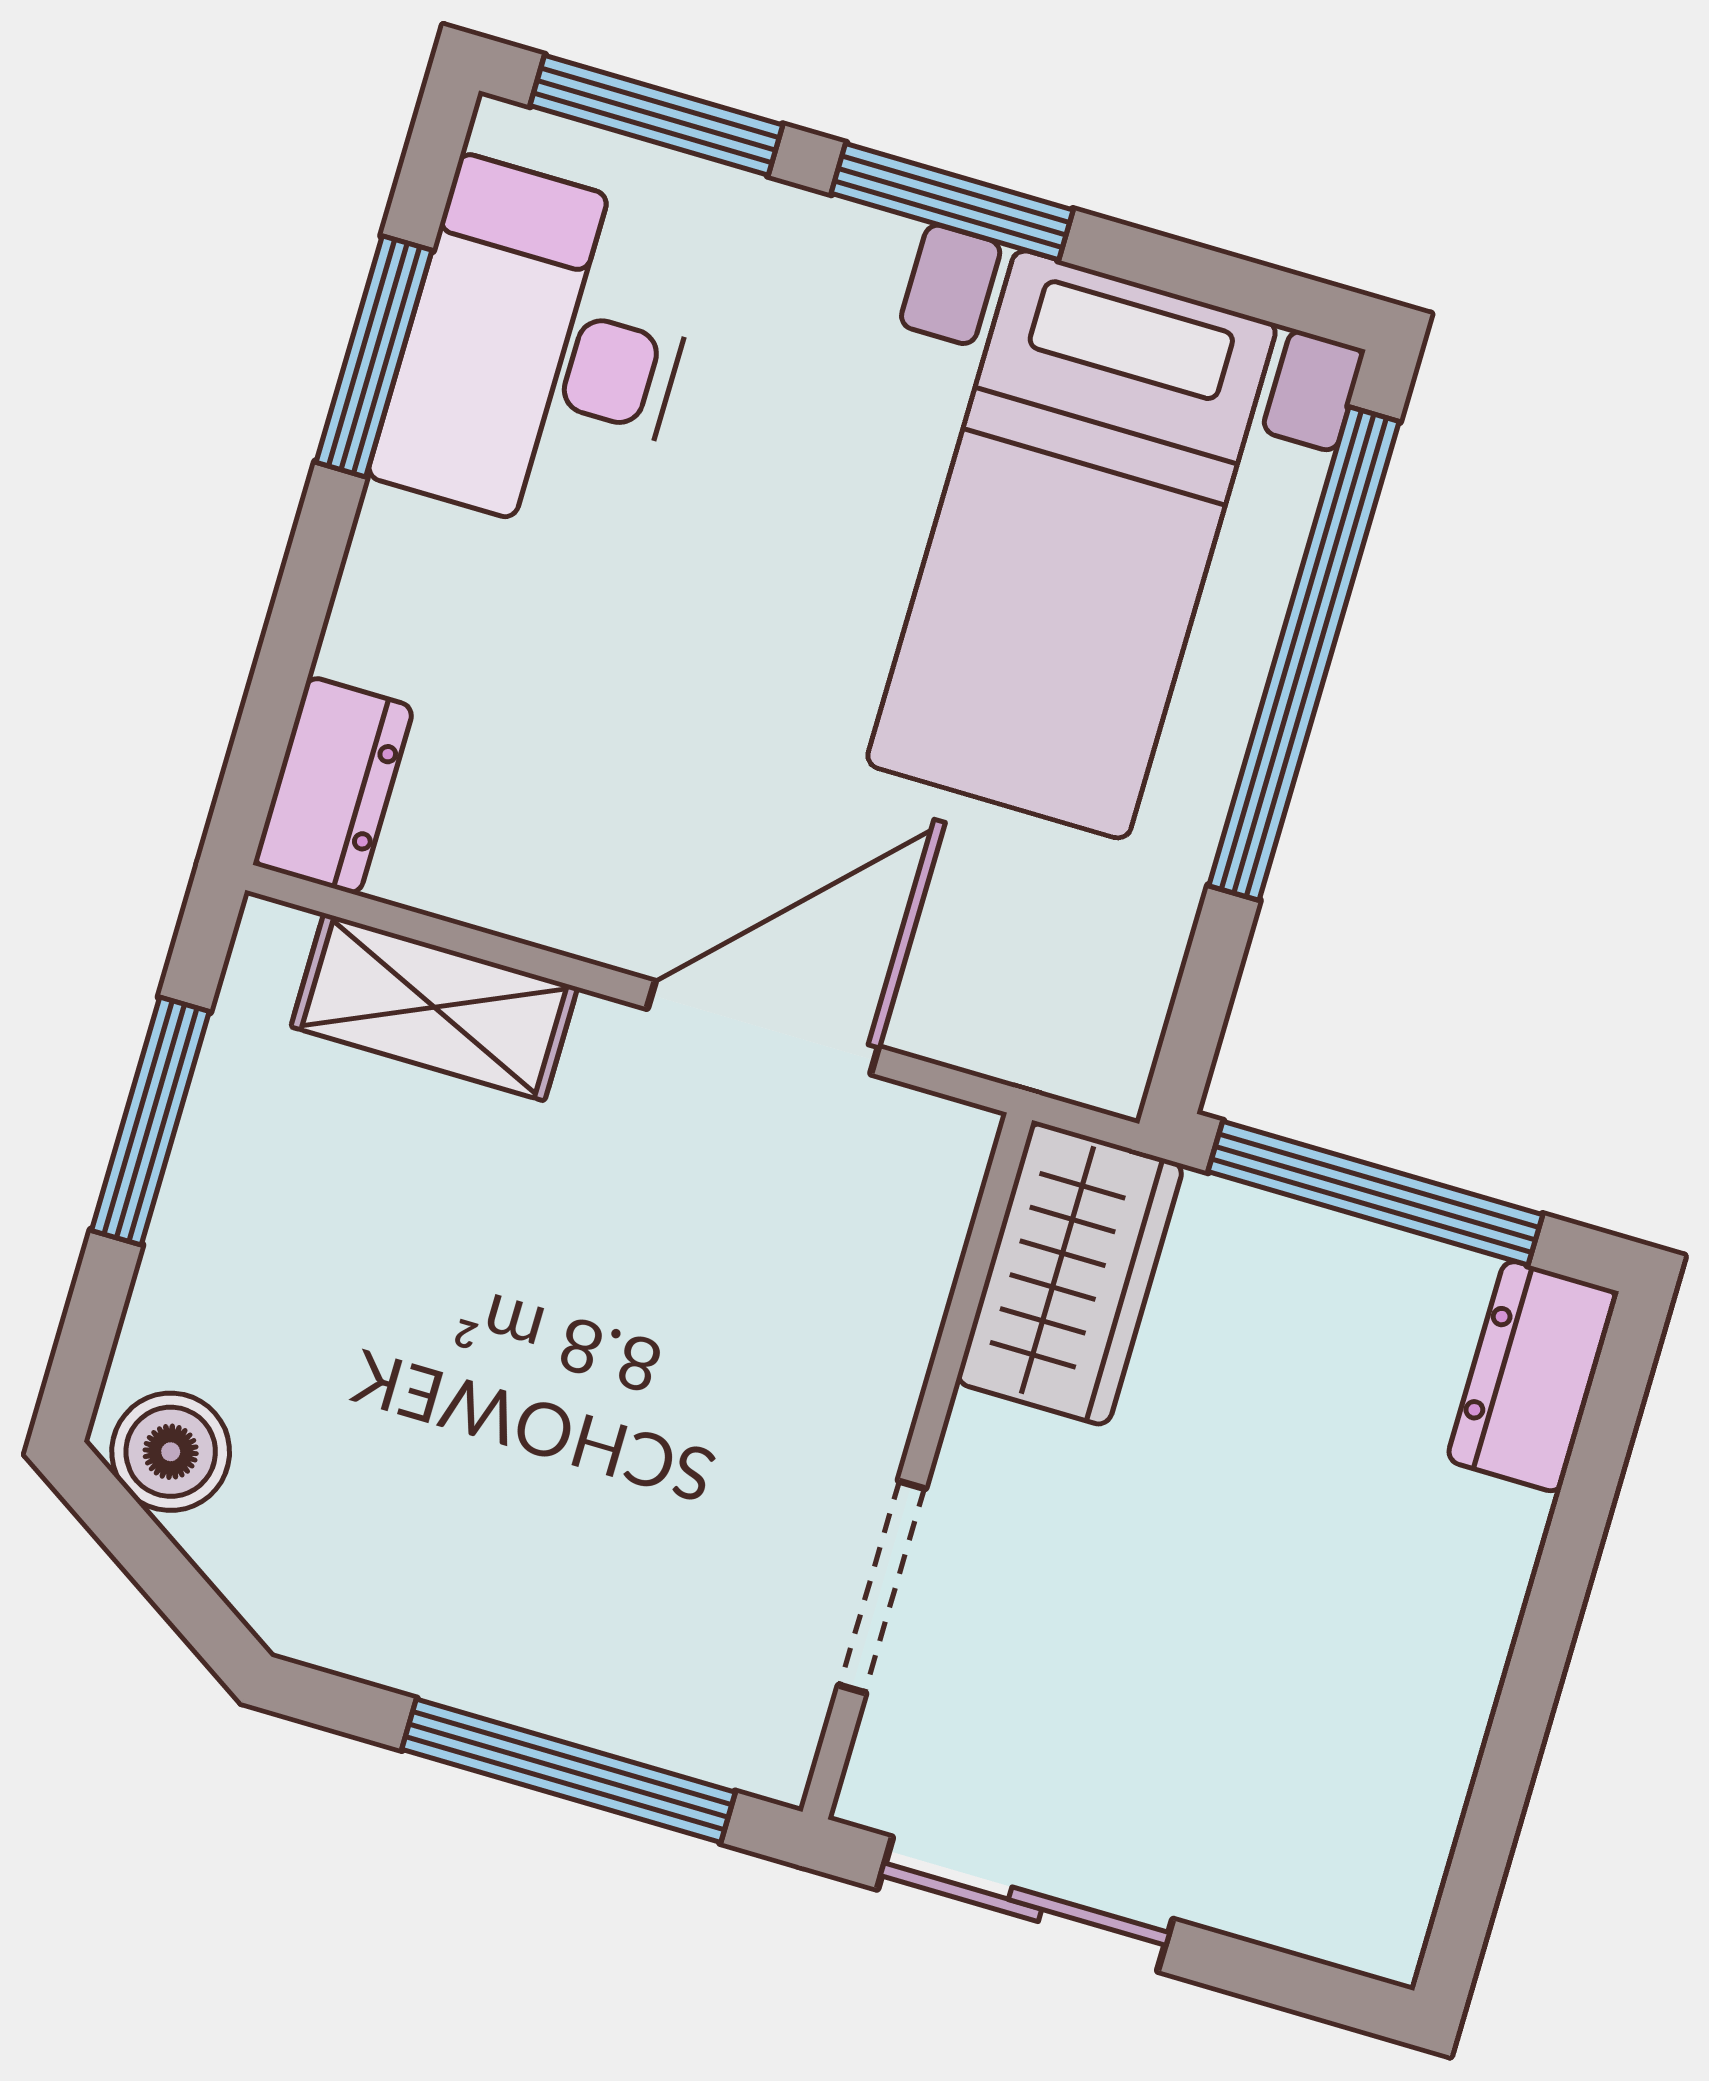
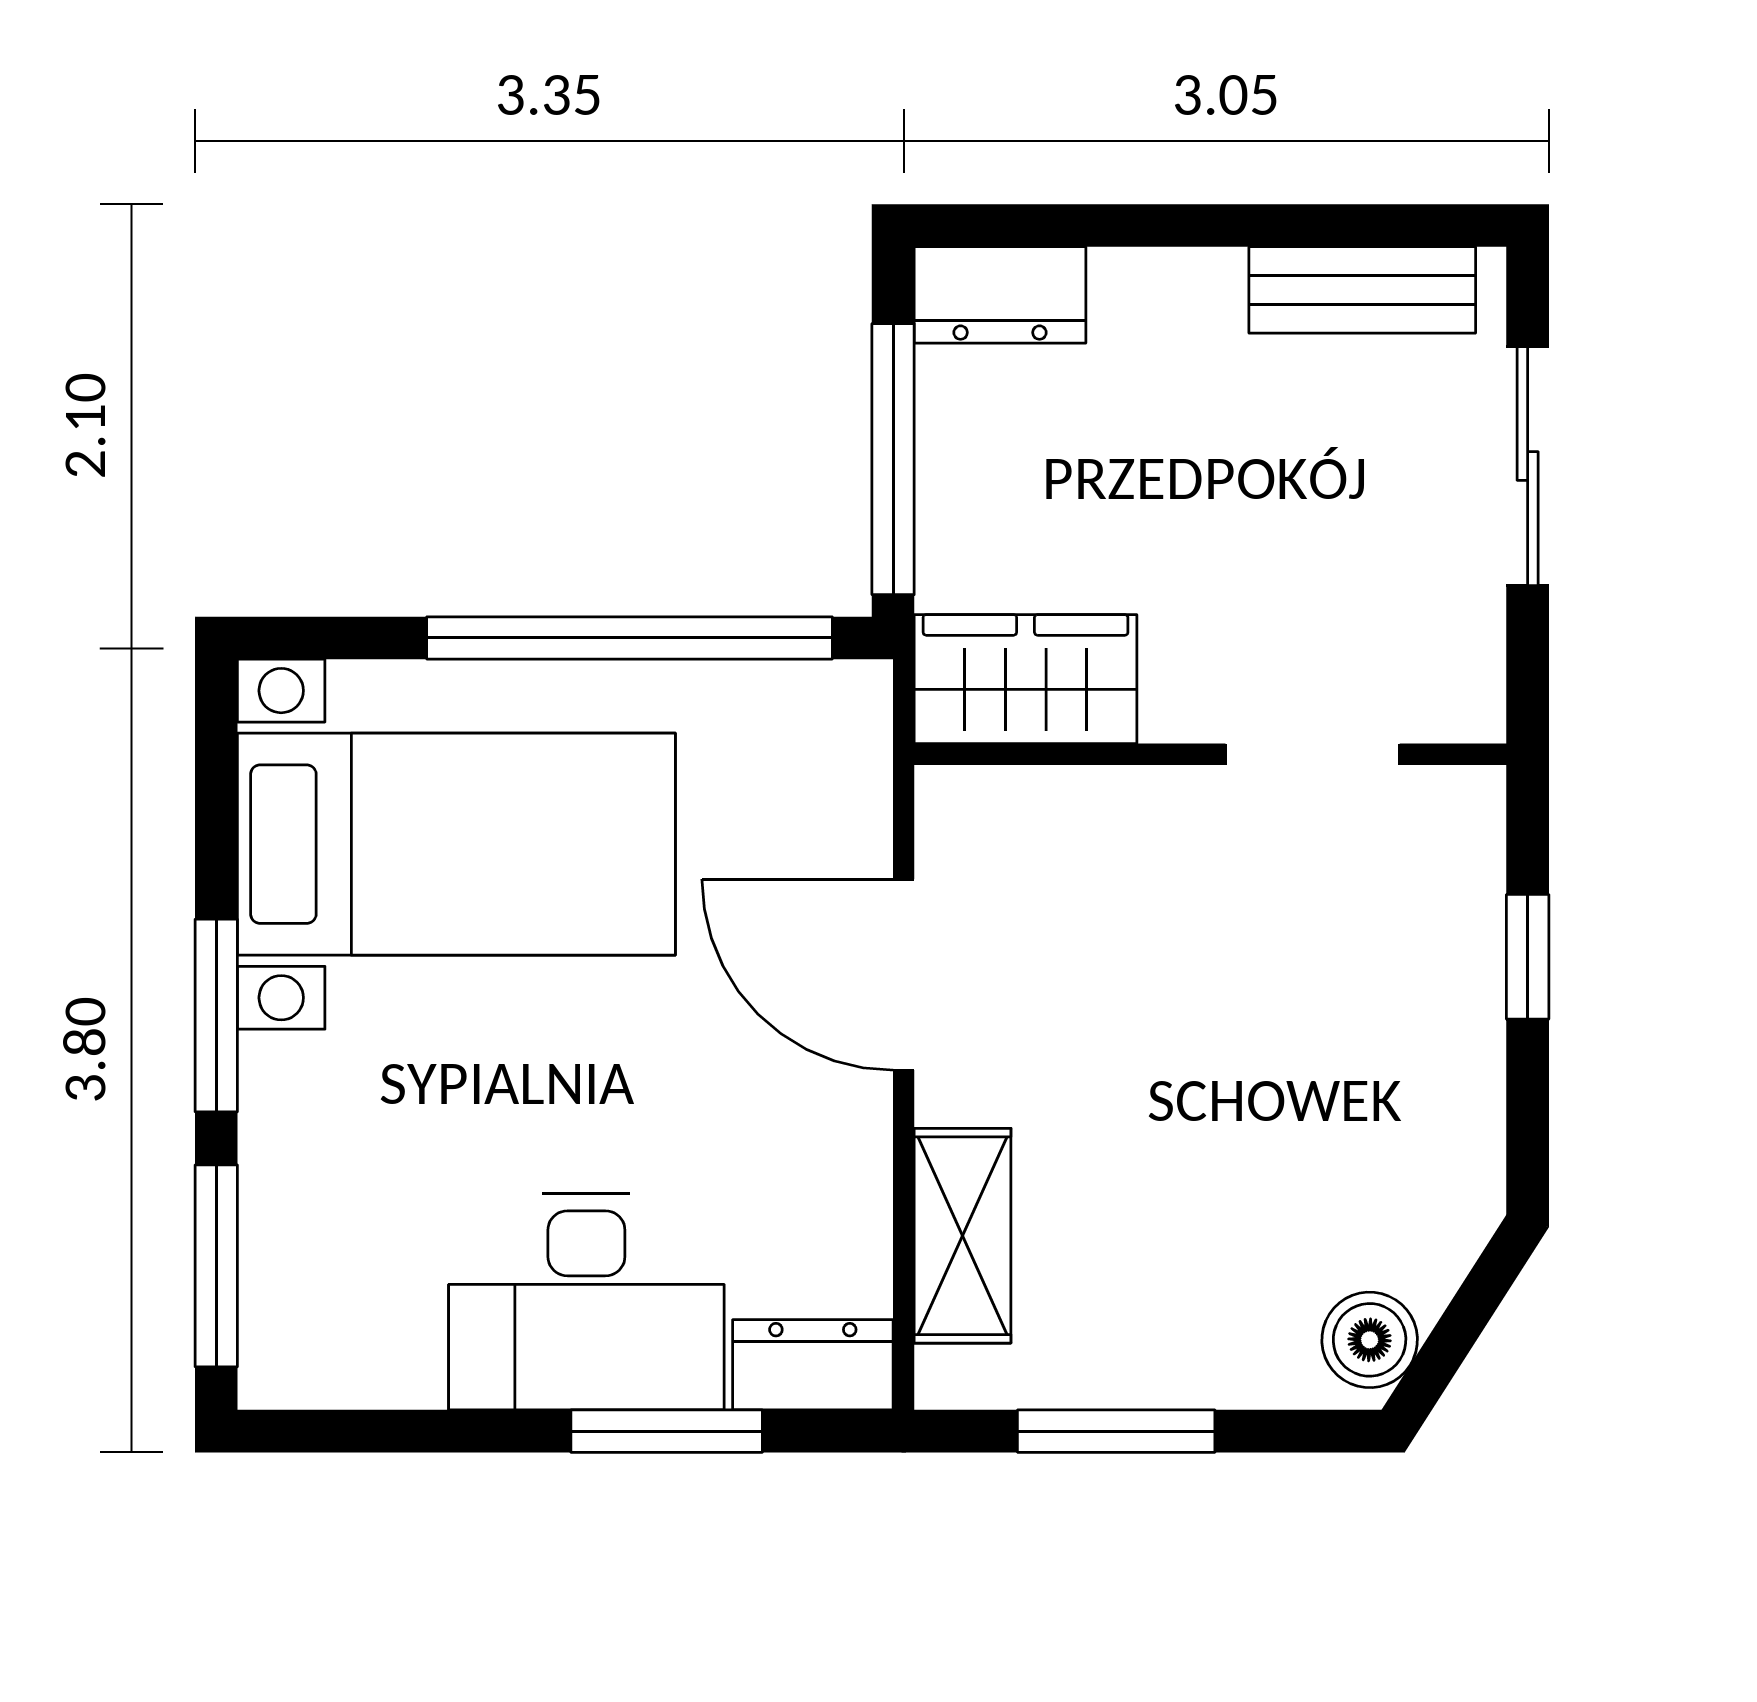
desk: (541, 351) -> (586, 1302), moved
window: (374, 356) -> (667, 1431), moved
window: (1304, 654) -> (630, 638), moved
window: (569, 1771) -> (1528, 957), width x0.46
bench: (1413, 1806) -> (1362, 290), added
sliding door: (1025, 1904) -> (1528, 466), moved

